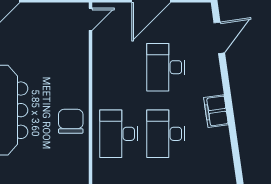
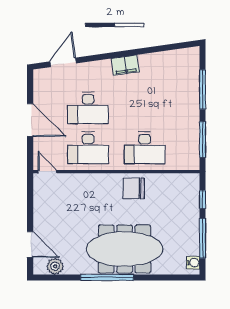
door: (219, 38) -> (63, 62), hinge flipped
desk: (166, 134) -> (88, 148), moved

